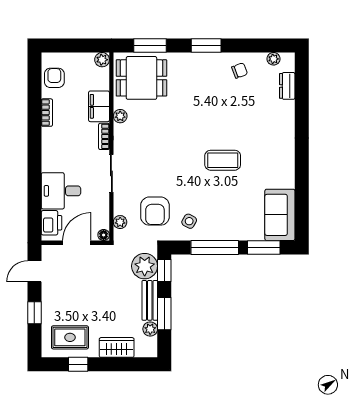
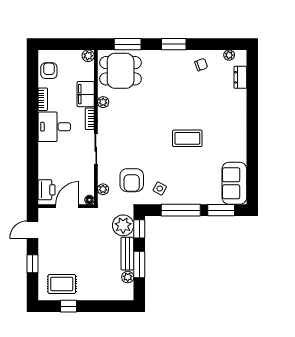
desk: (61, 191) -> (54, 127), moved
wardrobe: (117, 347) -> (100, 292), removed

